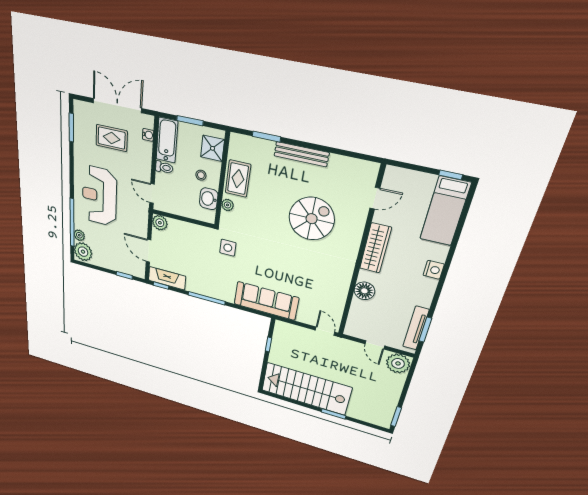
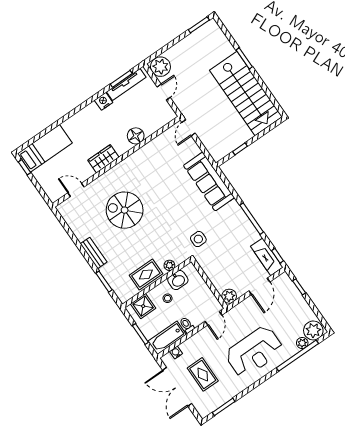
bench: (301, 154) -> (94, 253), width x0.73
wardrobe: (375, 248) -> (103, 159), width x0.67
nightstand: (434, 270) -> (104, 101), moved

